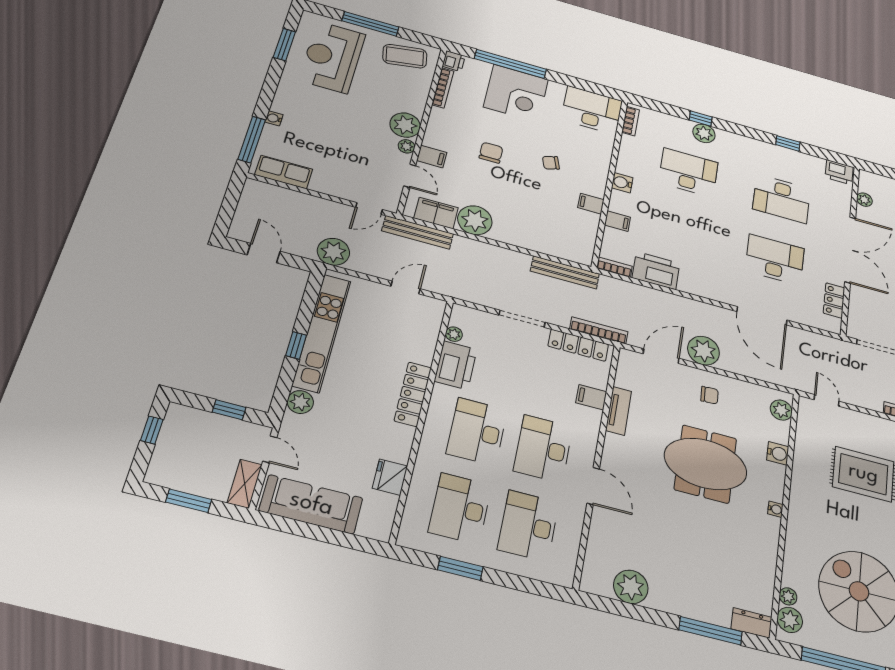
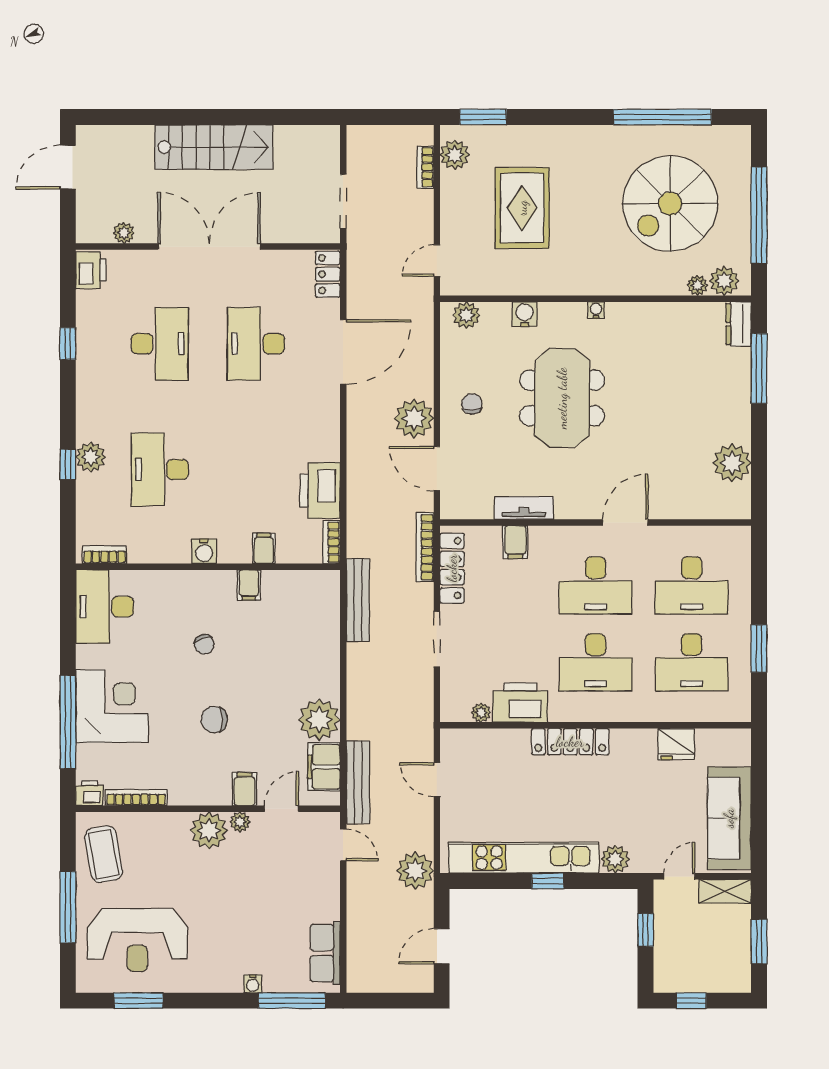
locker: (834, 300) -> (328, 274), moved, turned 90

